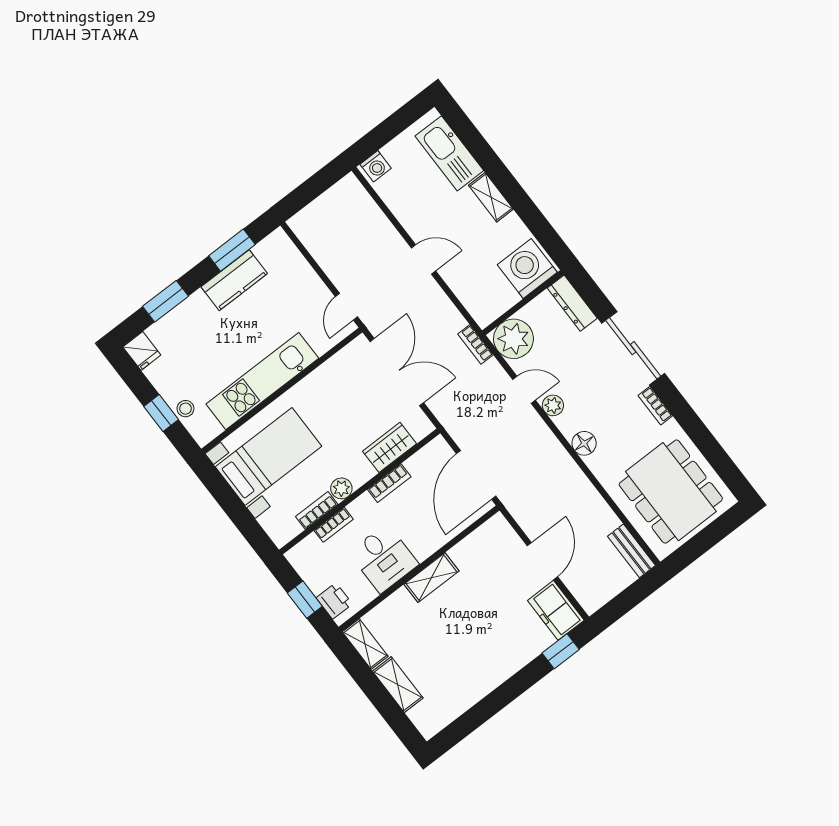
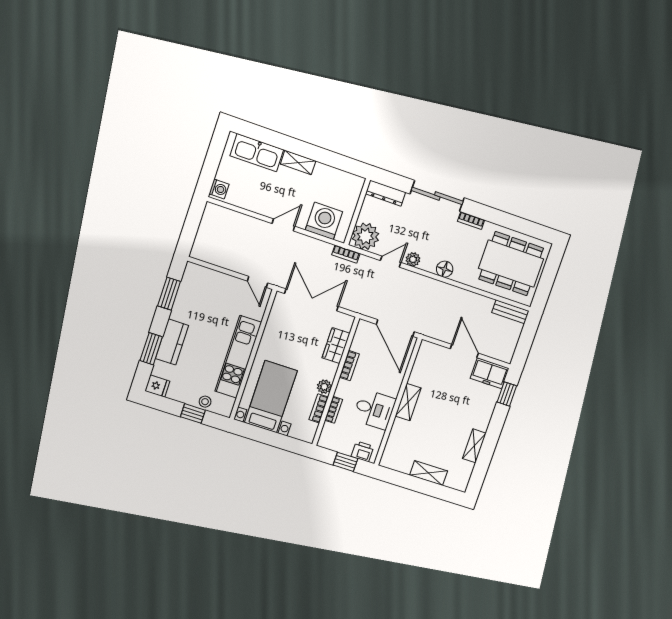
washing machine: (527, 268) -> (324, 221), moved, turned 90
kitchen counter: (234, 280) -> (172, 342), moved
shelving: (365, 644) -> (474, 446), moved, turned 90

